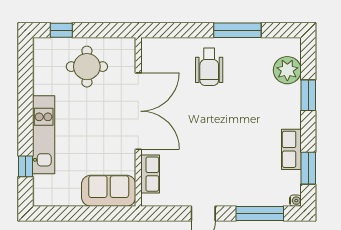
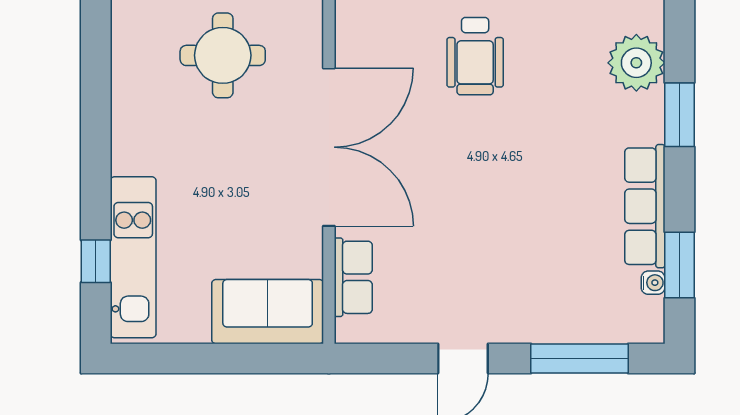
kitchen unit: (44, 135) -> (133, 257), moved
row of seats: (291, 149) -> (645, 206), width x1.48
water cooler: (295, 201) -> (653, 283), moved

